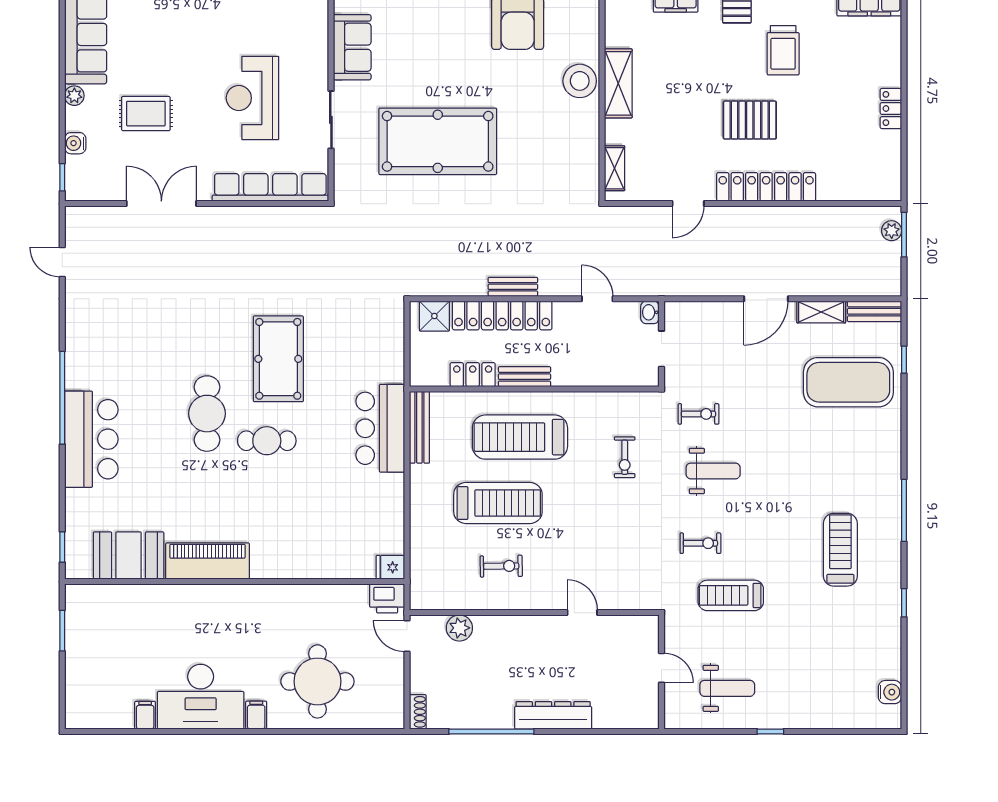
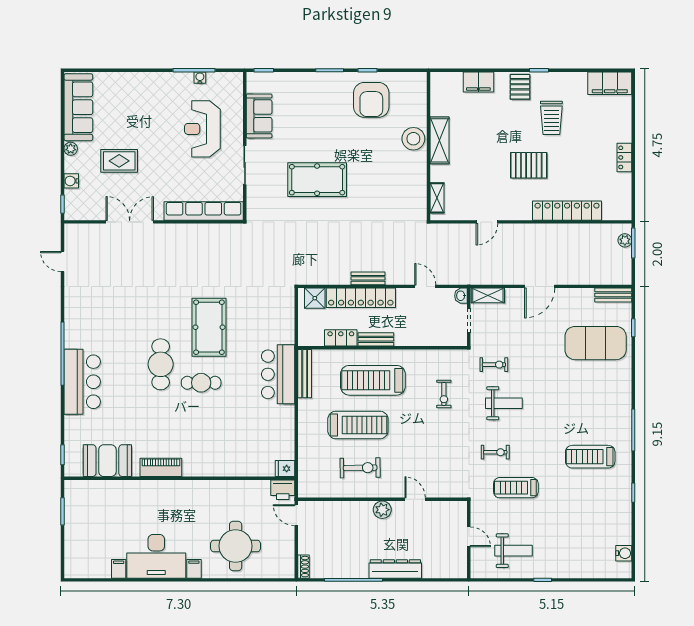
reception desk: (252, 98) -> (202, 129), moved
pool table: (438, 141) -> (317, 180), width x0.73, depth x0.76
locker: (766, 187) -> (567, 211), moved
shelving: (821, 312) -> (488, 295), moved
treadmill: (840, 550) -> (590, 457), turned -90
piano: (207, 561) -> (161, 467), width x0.73, depth x0.75
exercise bike: (501, 566) -> (360, 468), width x1.38, depth x1.39
plant: (459, 628) -> (382, 510), moved

